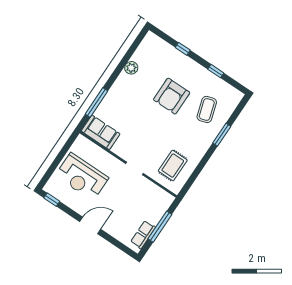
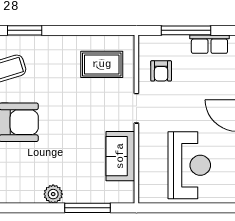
plant: (131, 68) -> (53, 194), moved
sofa: (101, 132) -> (120, 156), moved
armchair: (146, 197) -> (161, 71), added

